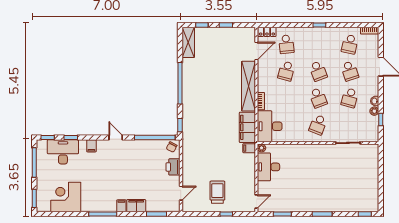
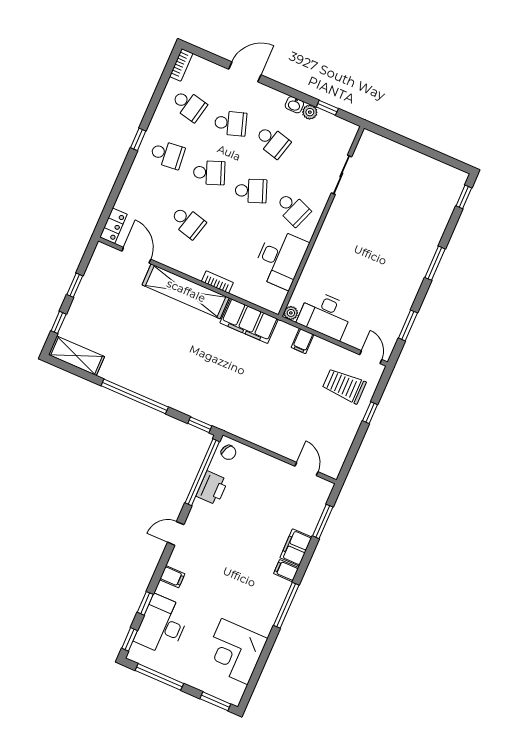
school desk: (286, 44) -> (167, 154), moved
desk: (270, 126) -> (280, 259), moved, turned -90
filing cabinet: (249, 148) -> (303, 341), moved
printer: (173, 167) -> (212, 488), moved, turned -90
trolley: (217, 192) -> (344, 386), moved

